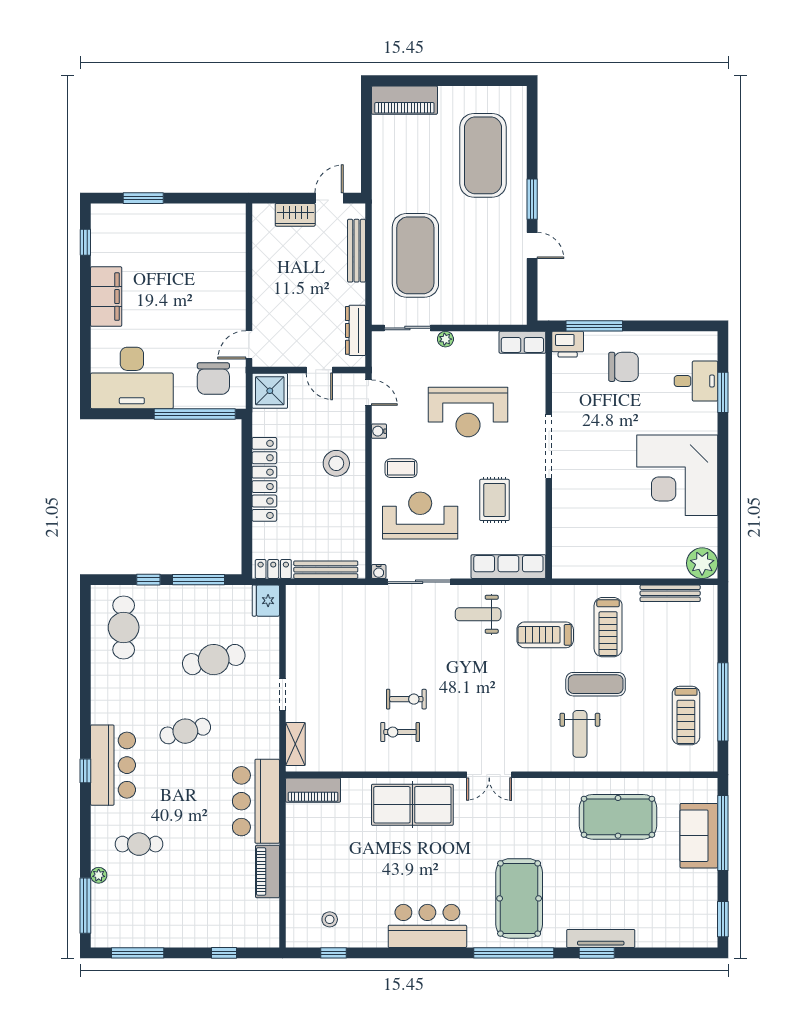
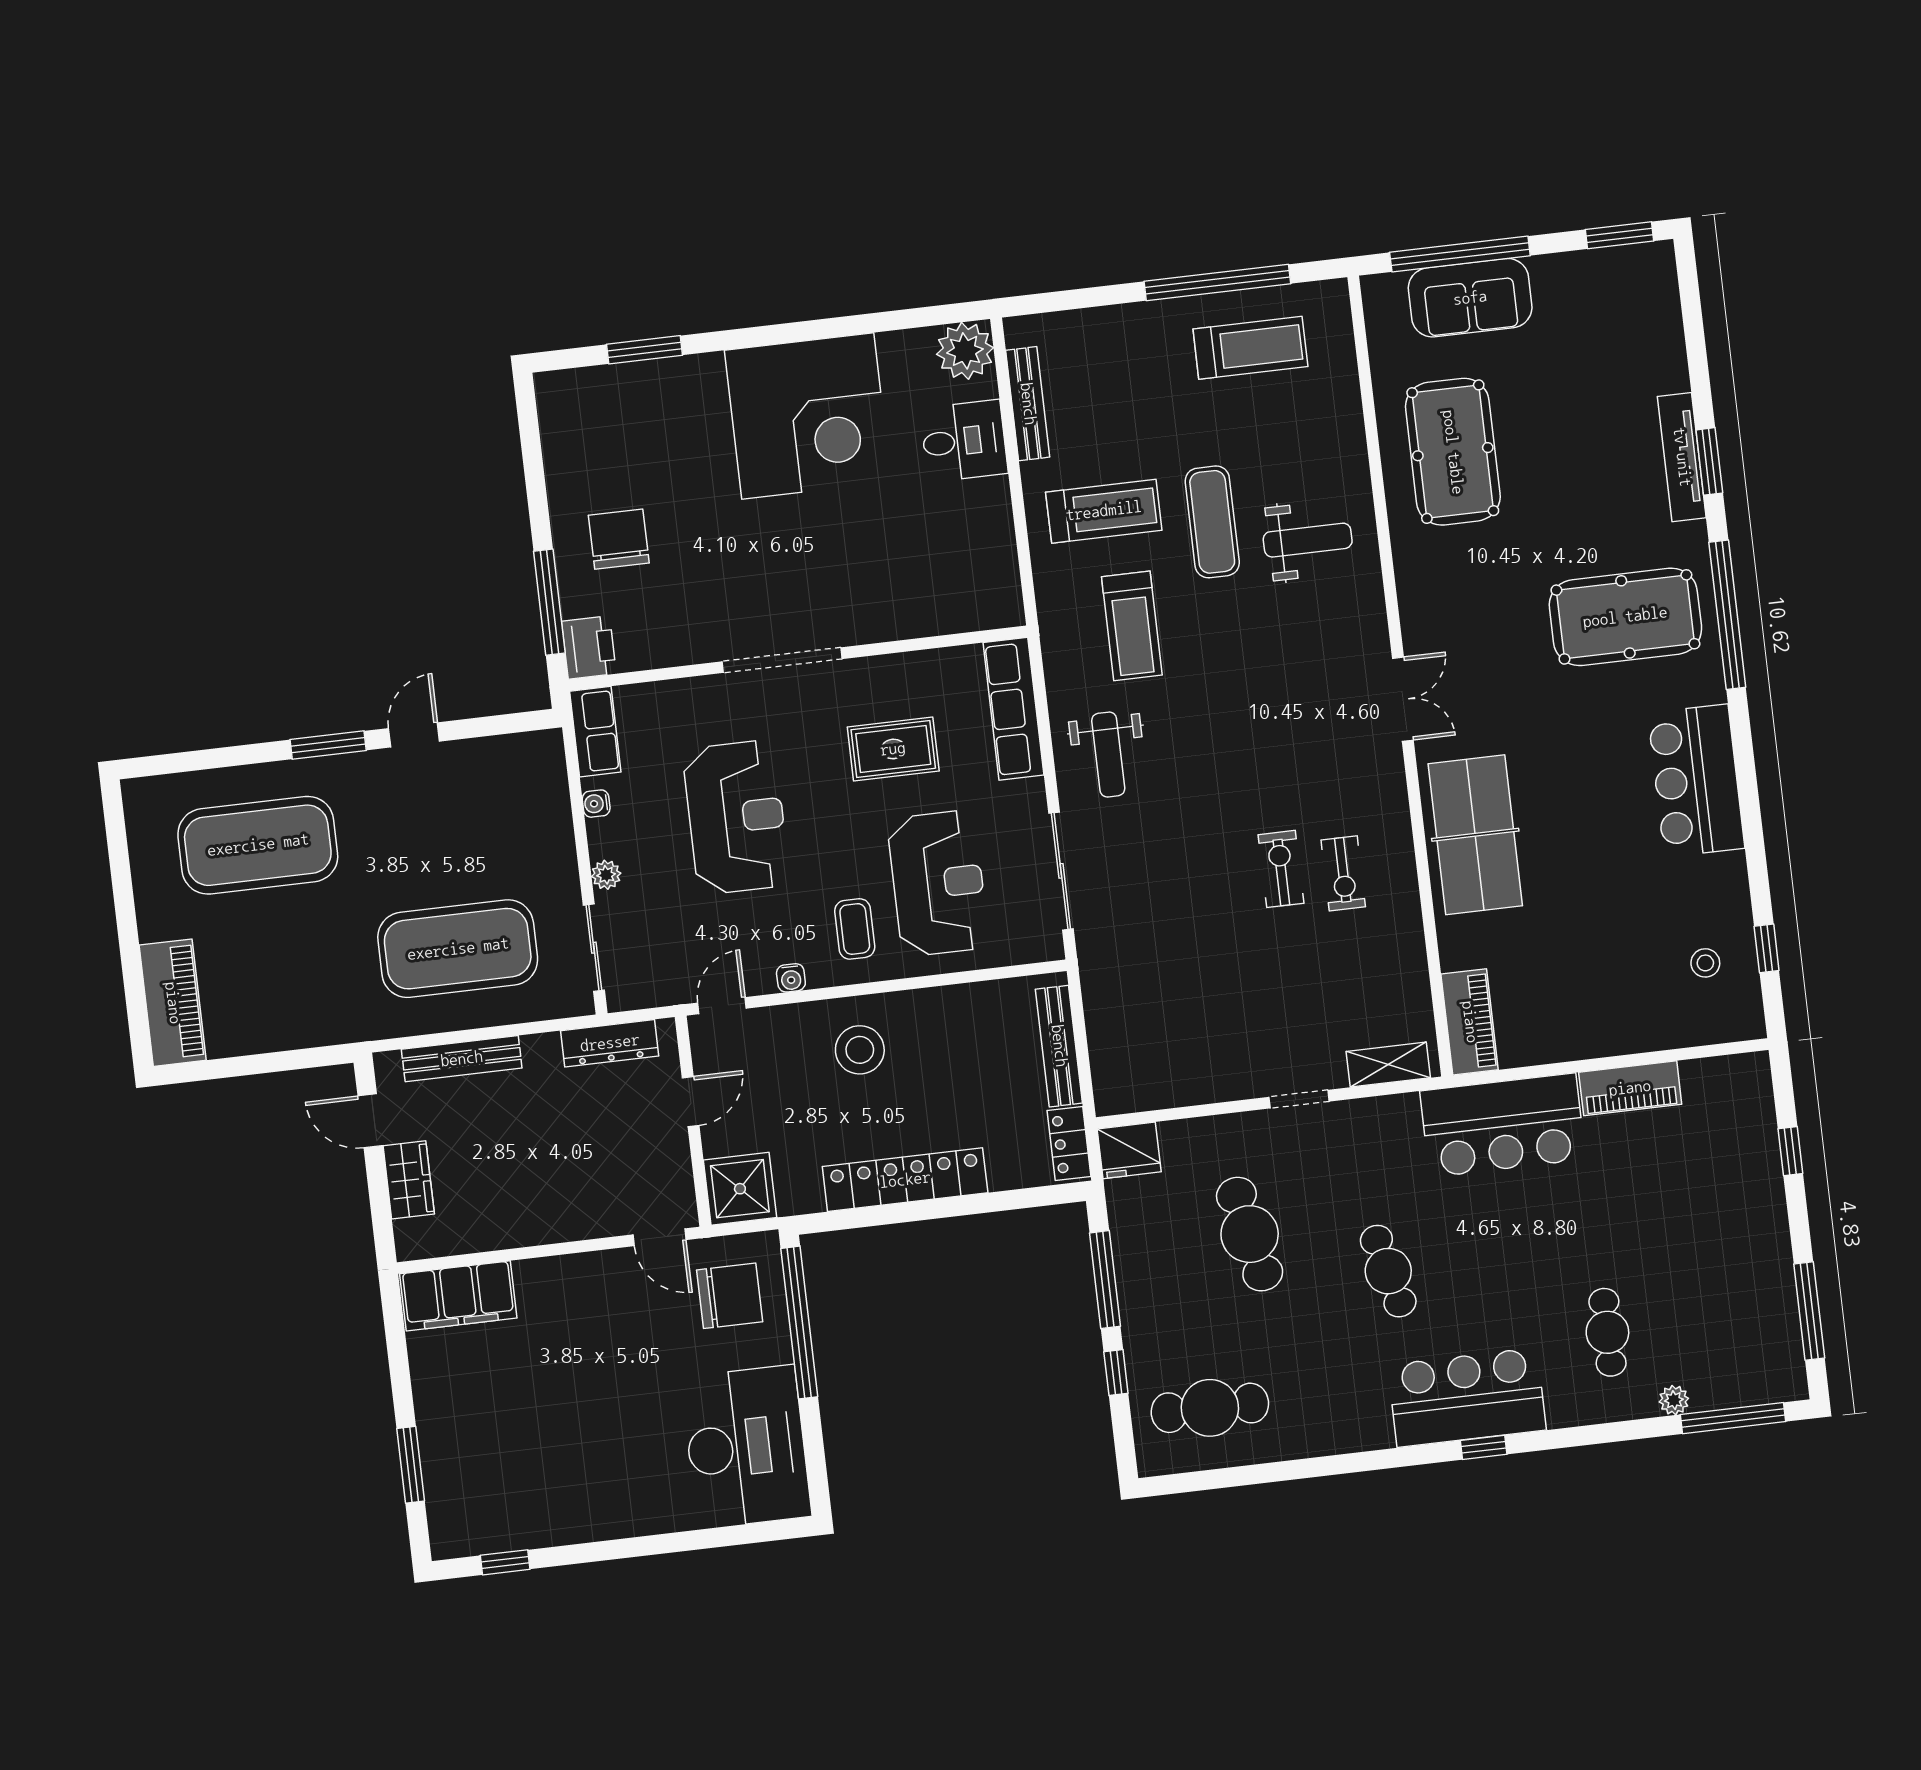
filing cabinet: (106, 297) -> (458, 1296), moved, turned 180
desk: (696, 381) -> (964, 441), moved, turned 90
reception desk: (420, 516) -> (938, 883), turned 180
water cooler: (379, 572) -> (596, 804), moved, turned 180

